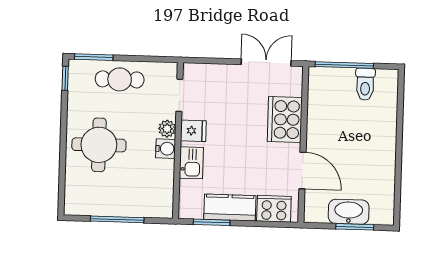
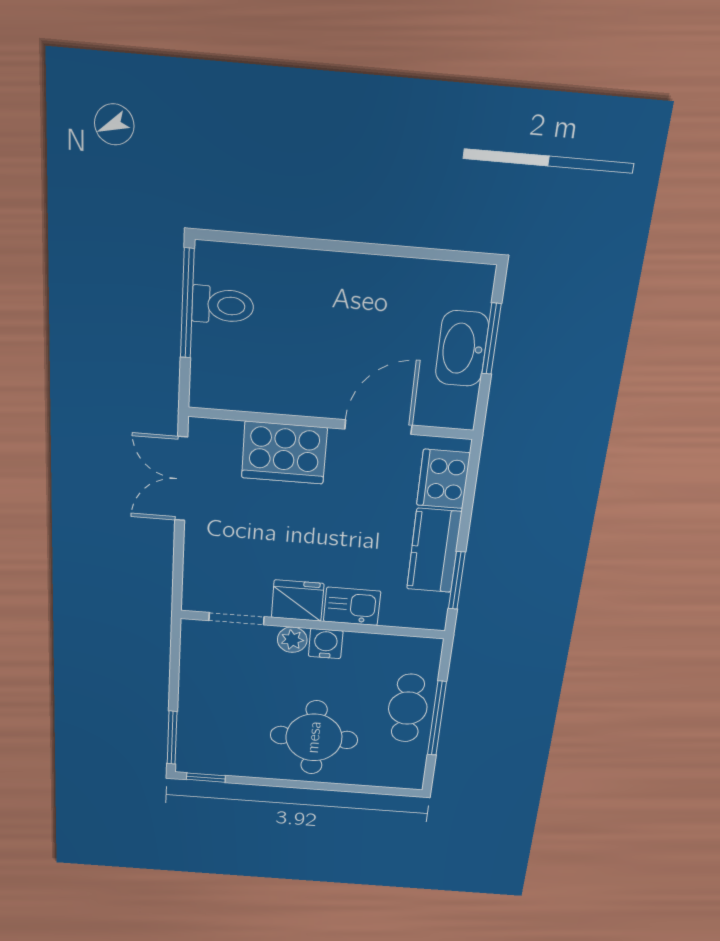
window: (344, 65) -> (187, 304), moved
cafe table: (120, 79) -> (408, 708), moved
fridge: (193, 131) -> (298, 601), width x1.38

